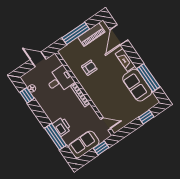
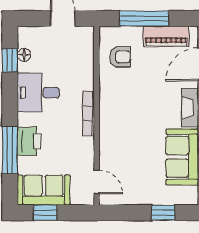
armchair: (89, 68) -> (120, 57), moved
desk: (60, 80) -> (38, 93), moved, turned 180
window: (101, 148) -> (45, 213), moved

